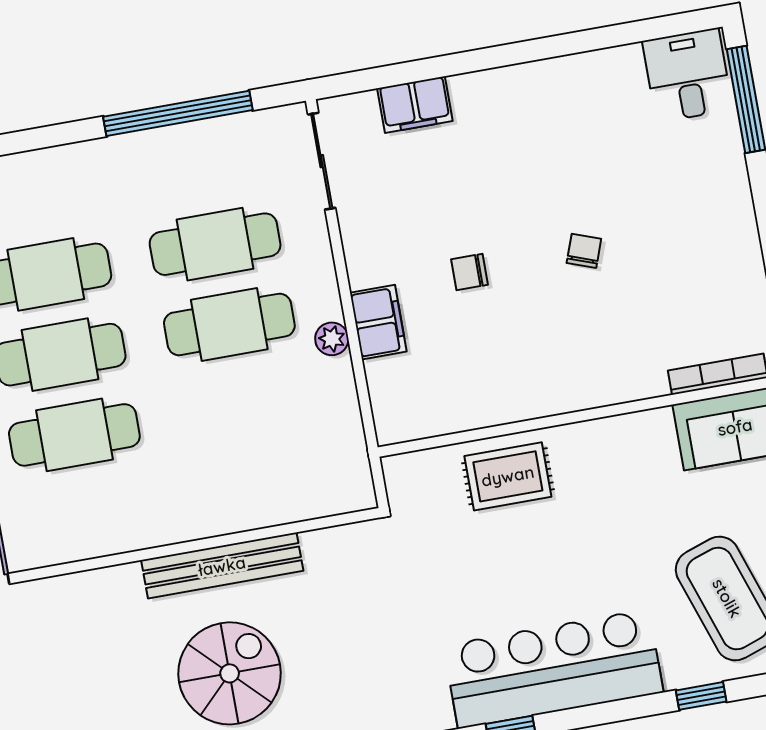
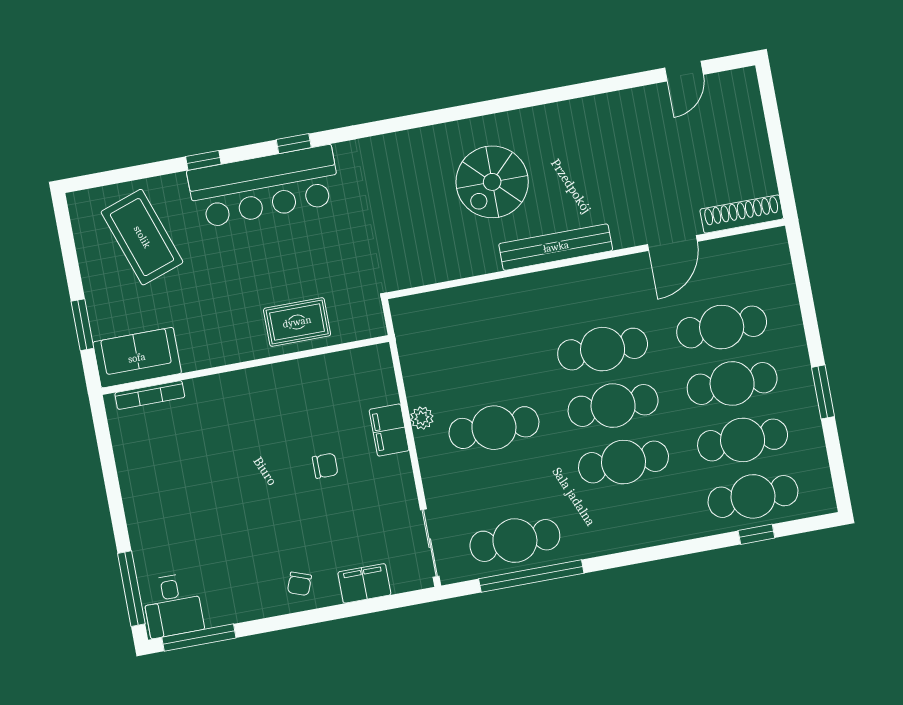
window: (650, 29) -> (199, 638), added
cafe table: (215, 244) -> (515, 541), moved
chair: (584, 251) -> (299, 584), moved
bench: (222, 566) -> (556, 247), moved
window: (701, 696) -> (203, 160), moved

